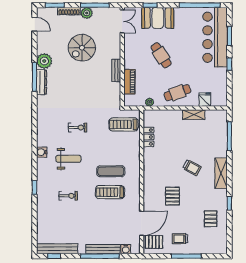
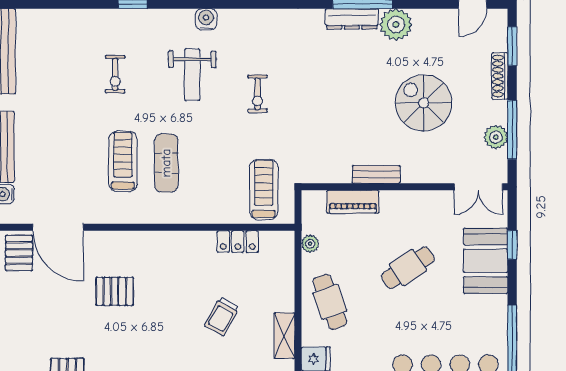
plant: (87, 13) -> (496, 137), moved
trolley: (192, 168) -> (222, 316), moved
trolley: (180, 239) -> (26, 307), removed

